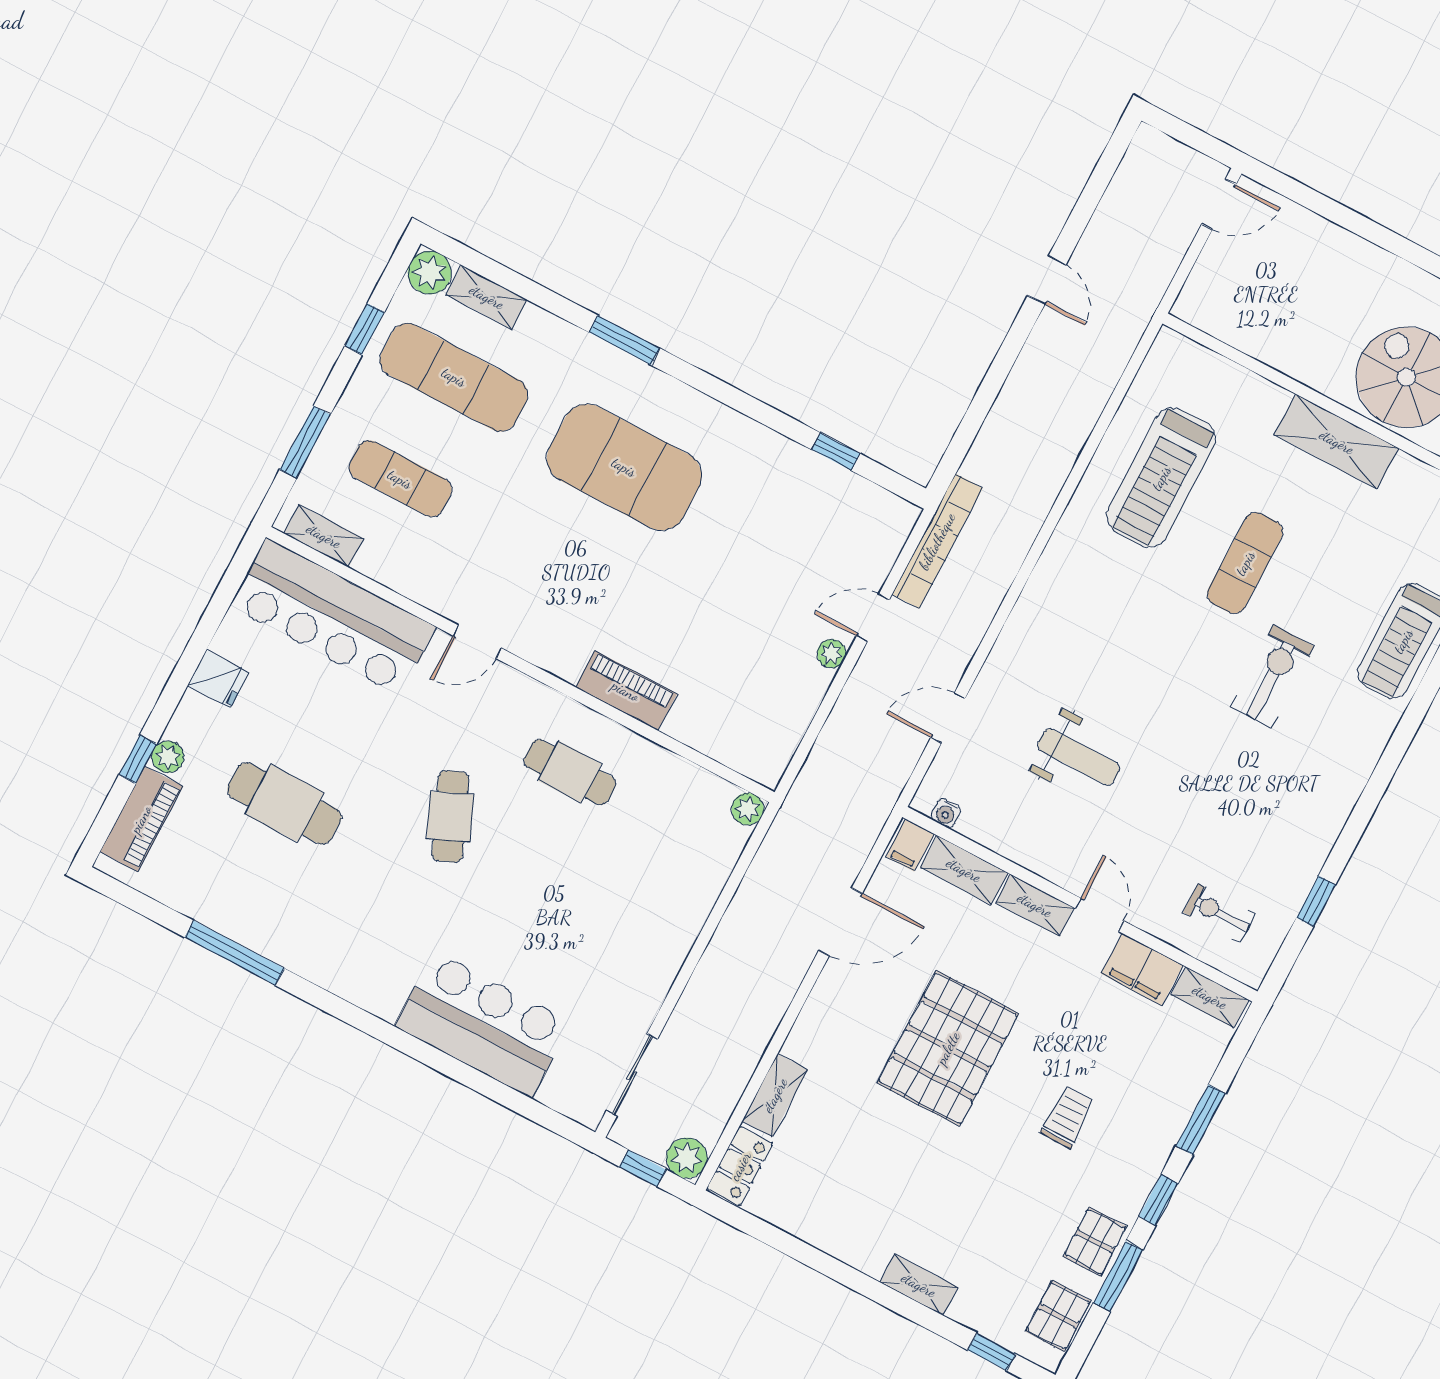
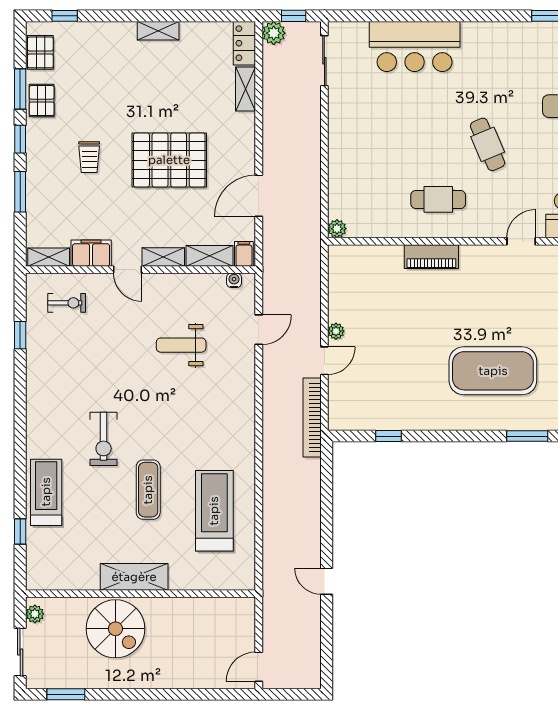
pallet: (948, 1048) -> (169, 160), turned 90
shelving: (919, 1285) -> (158, 31), moved

